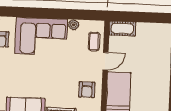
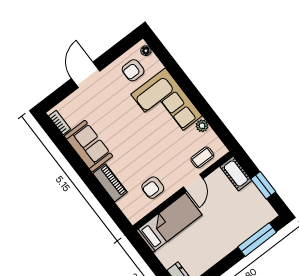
window: (145, 17) -> (263, 185), added
door: (105, 61) -> (193, 183), hinge flipped

